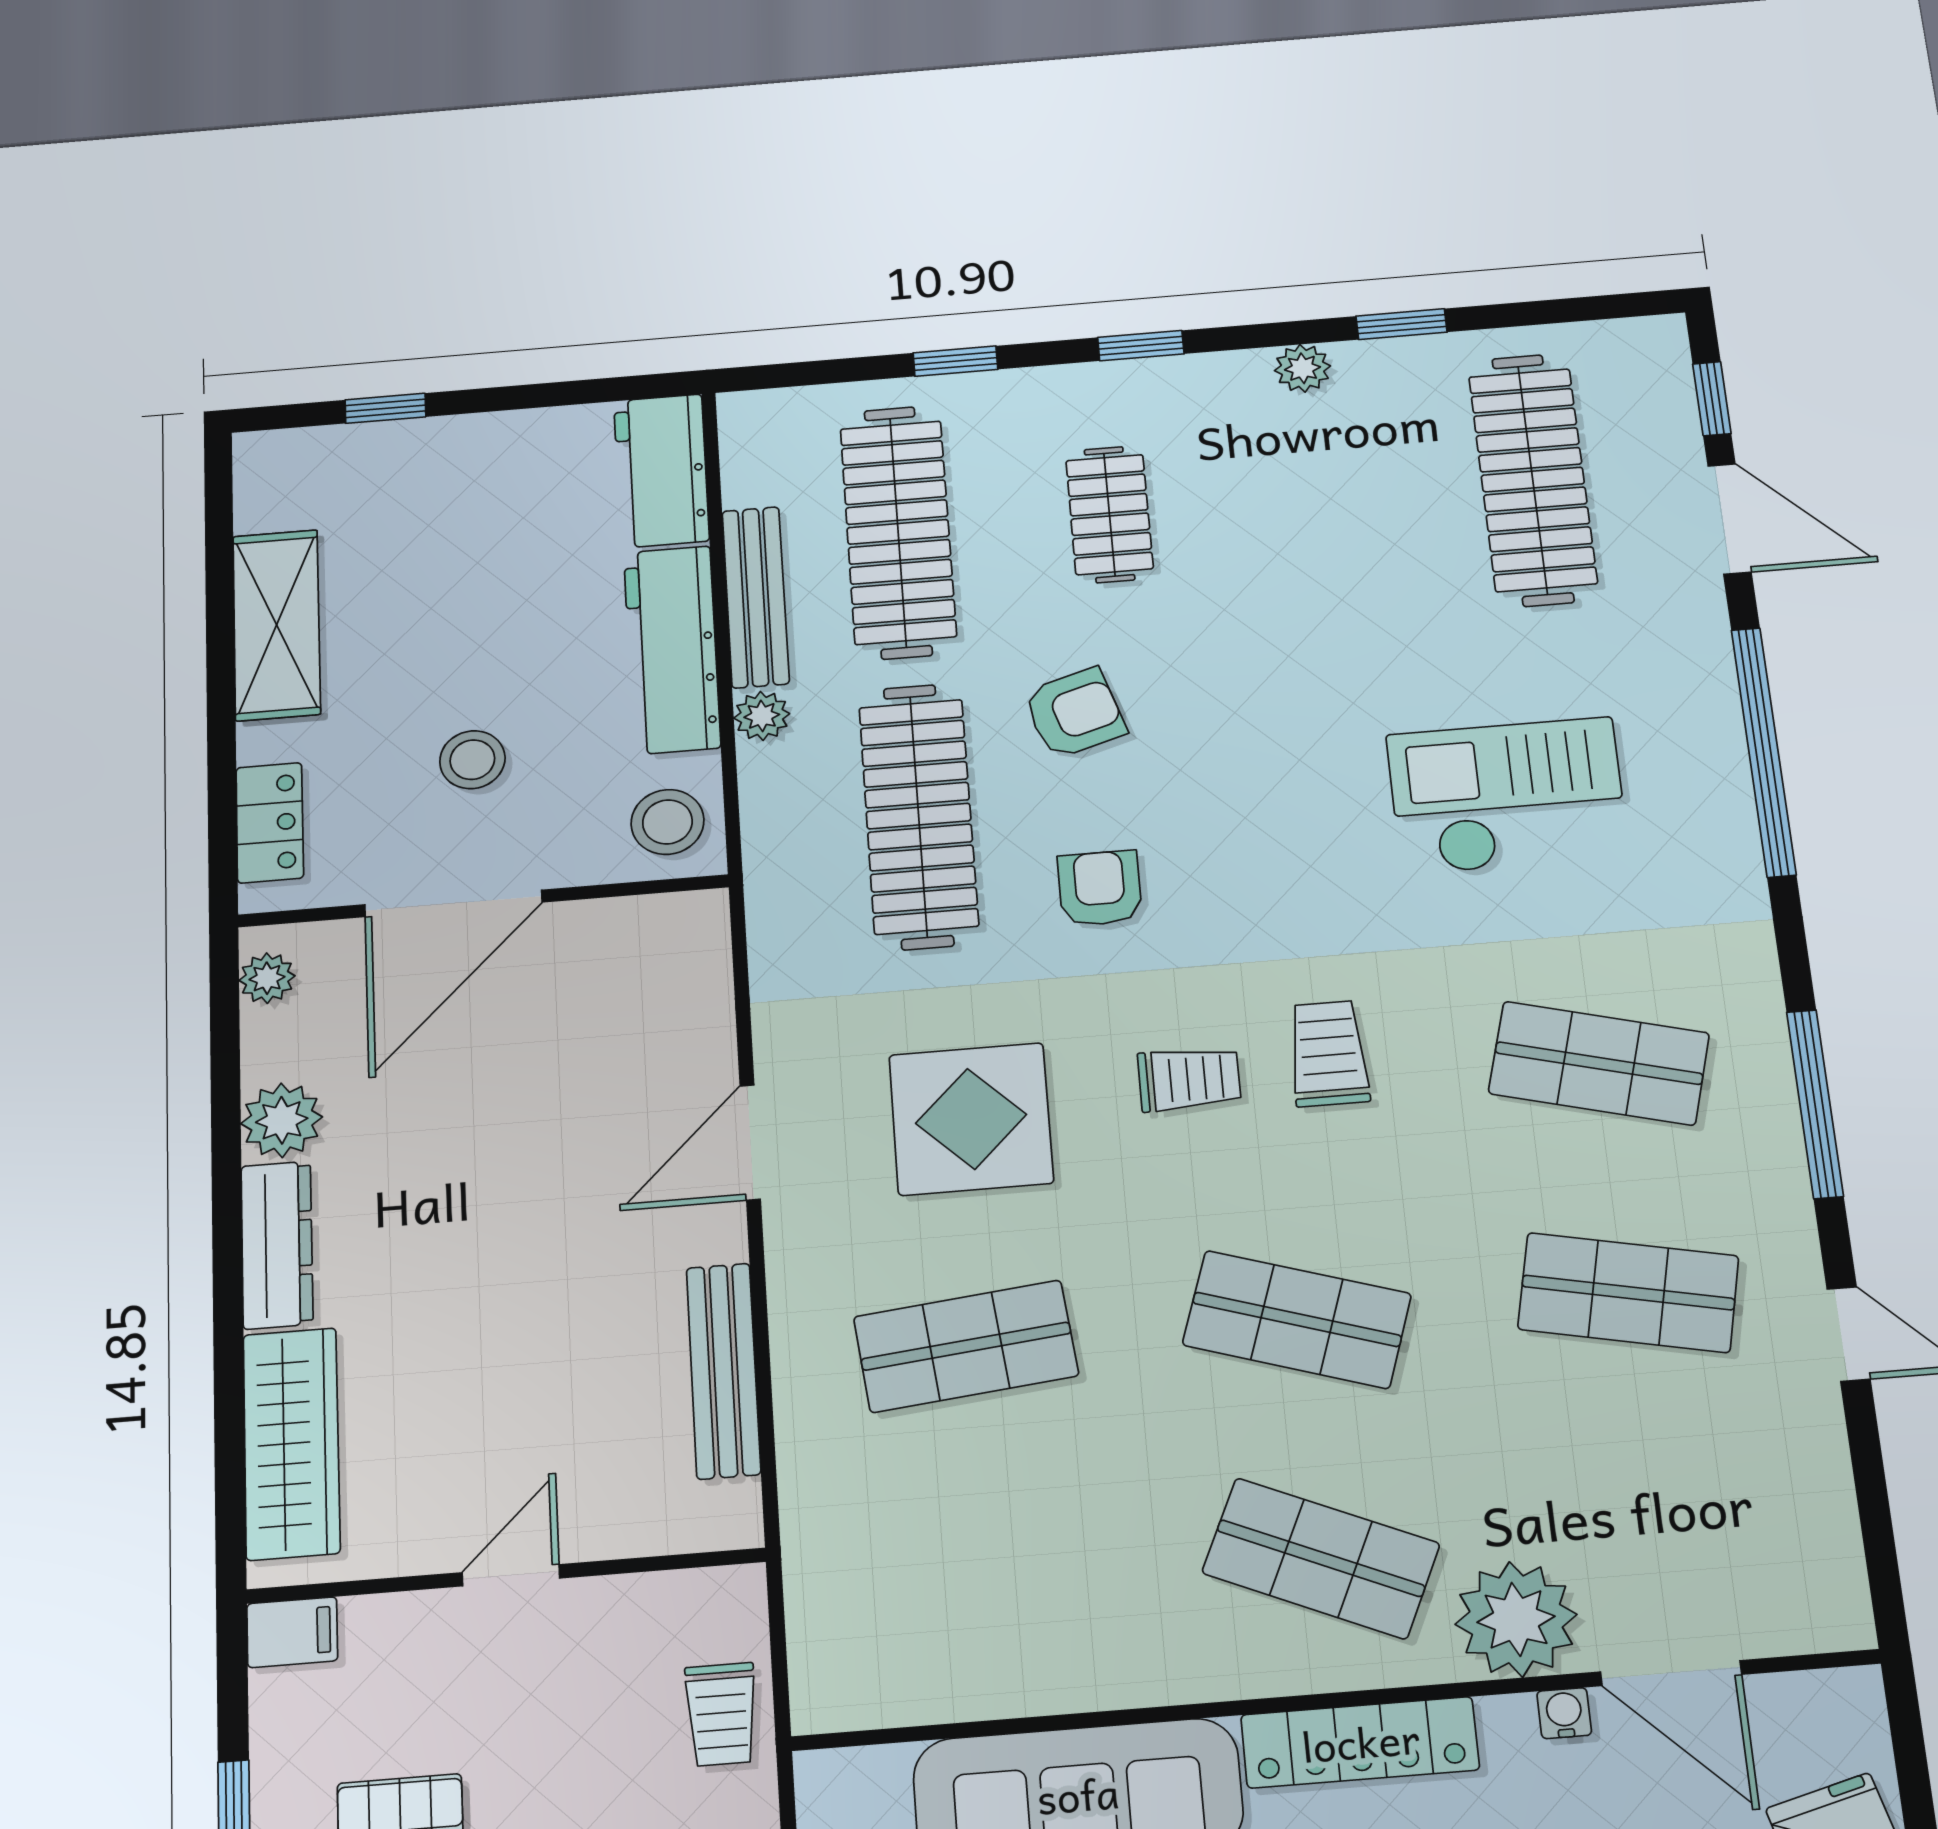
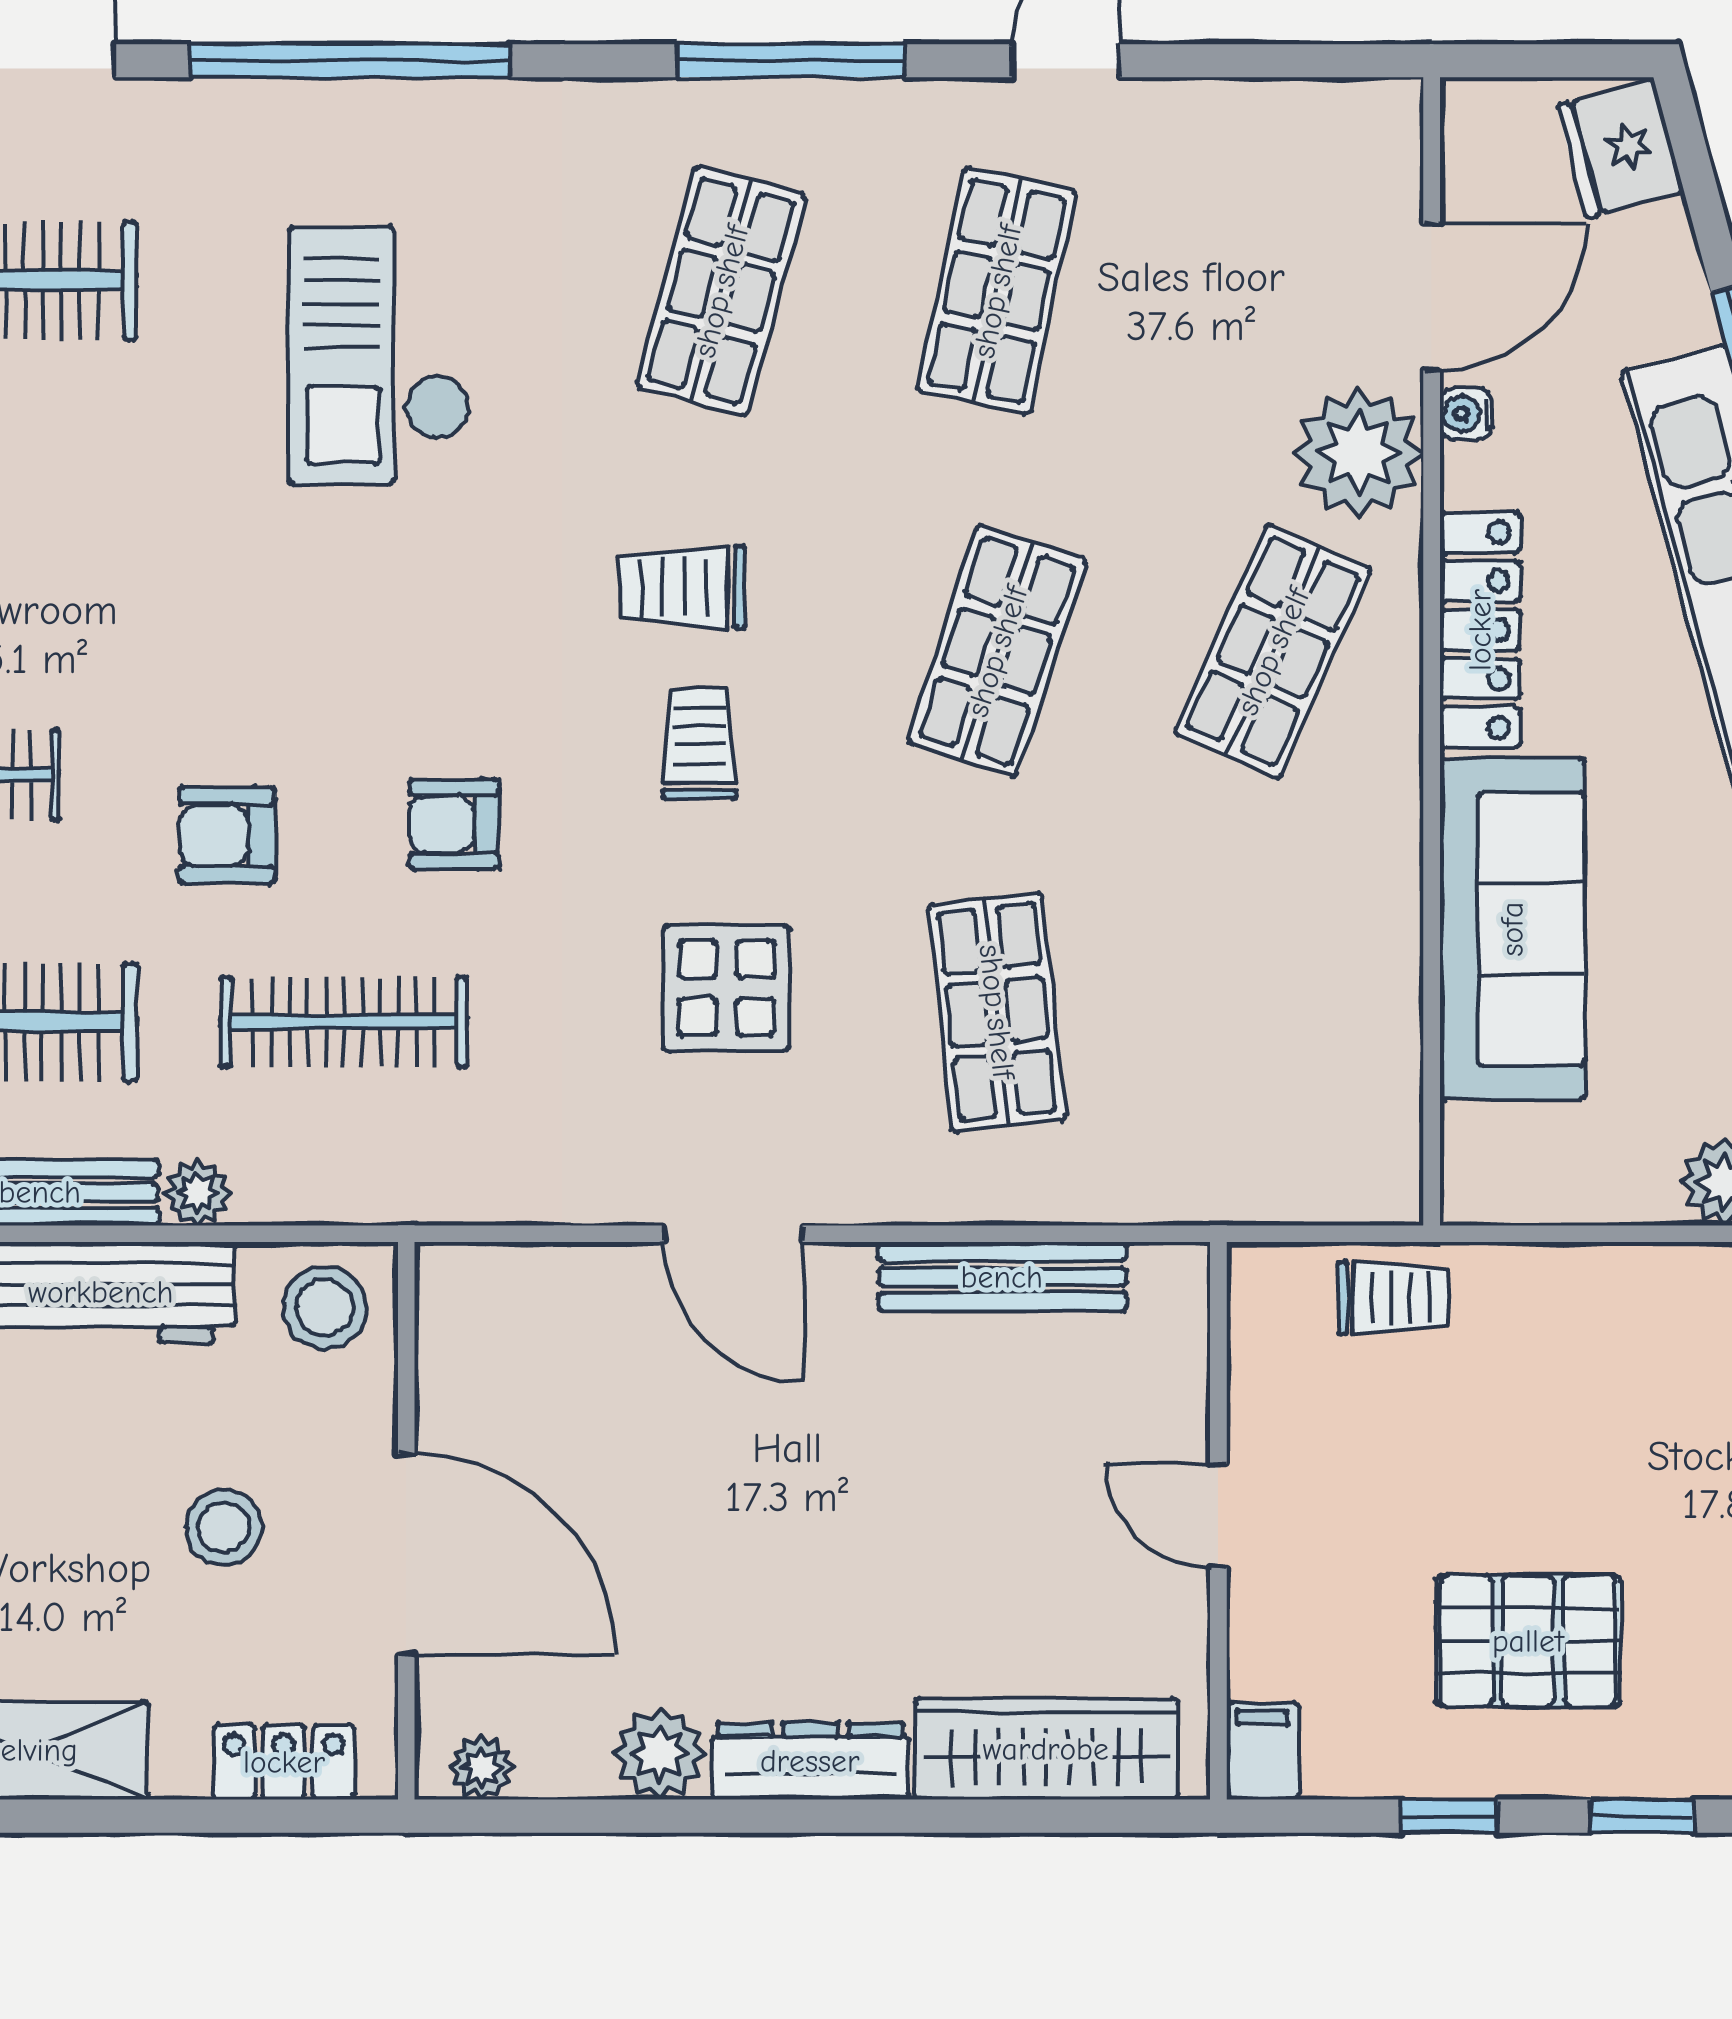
armchair: (1075, 713) -> (227, 835), turned -73
clothes rail: (919, 816) -> (344, 1022), width x0.73, depth x0.76
display table: (971, 1119) -> (726, 988), width x0.73, depth x0.73

